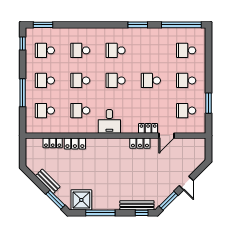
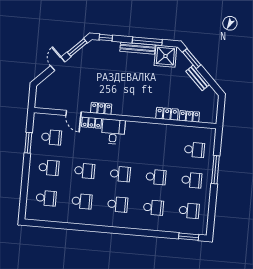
window: (138, 25) -> (93, 228), removed
window: (181, 25) -> (49, 224), removed
window: (23, 44) -> (211, 220), removed
school desk: (80, 111) -> (82, 201), moved
desk: (109, 121) -> (113, 132), moved
door: (167, 136) -> (74, 114), swing flipped
bench: (137, 205) -> (138, 48), moved

